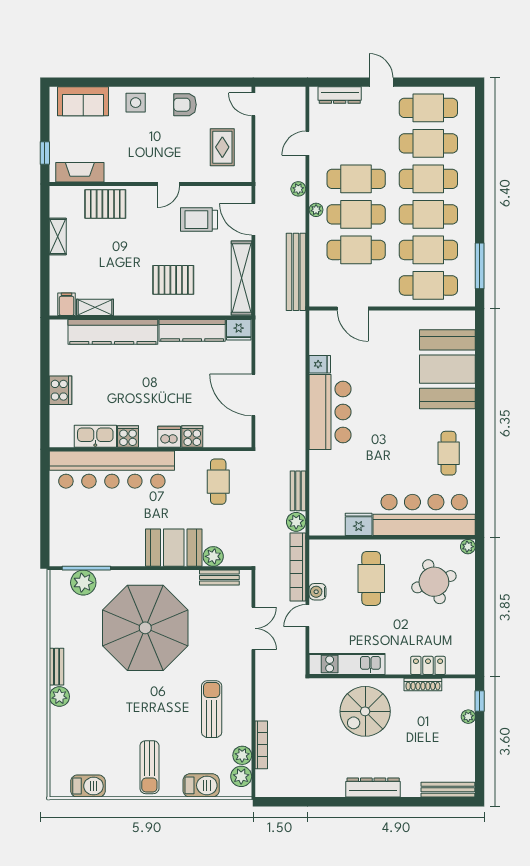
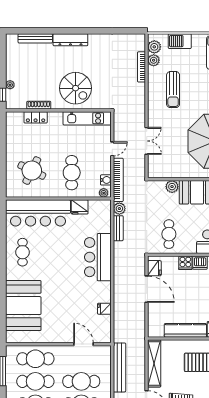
fridge: (239, 330) -> (154, 268), moved, turned 90
bar counter: (330, 412) -> (98, 257), moved
plant: (468, 547) -> (104, 193), moved
bench: (219, 578) -> (168, 173), removed
round table: (434, 582) -> (32, 171), turned 45
water cooler: (317, 592) -> (106, 180), moved
double door: (253, 628) -> (147, 141), swing flipped
spiral stairs: (365, 711) -> (76, 88), turned 90
bench: (448, 790) -> (35, 38), moved

